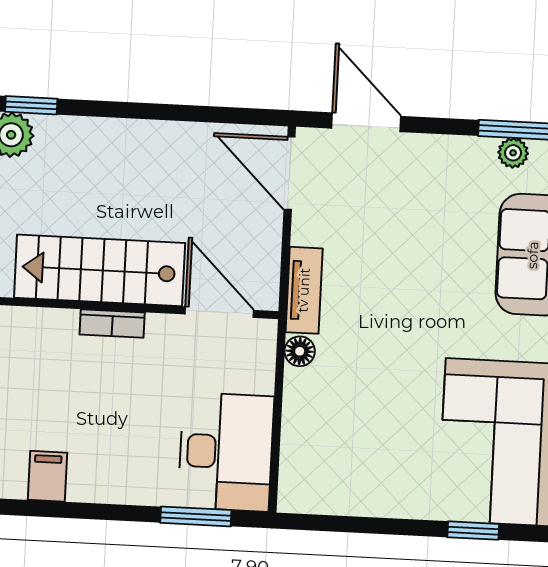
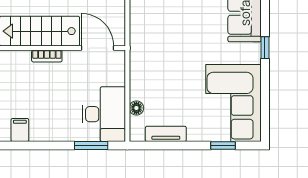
tv unit: (304, 290) -> (166, 134), moved, turned -90
floor lamp: (300, 351) -> (136, 108), moved

